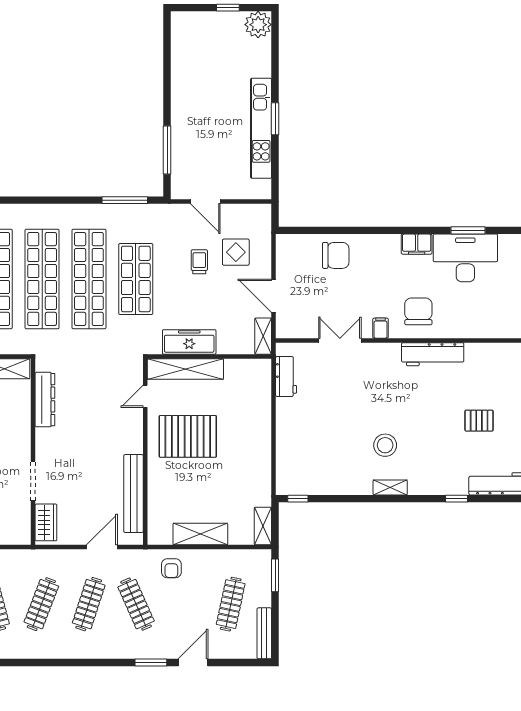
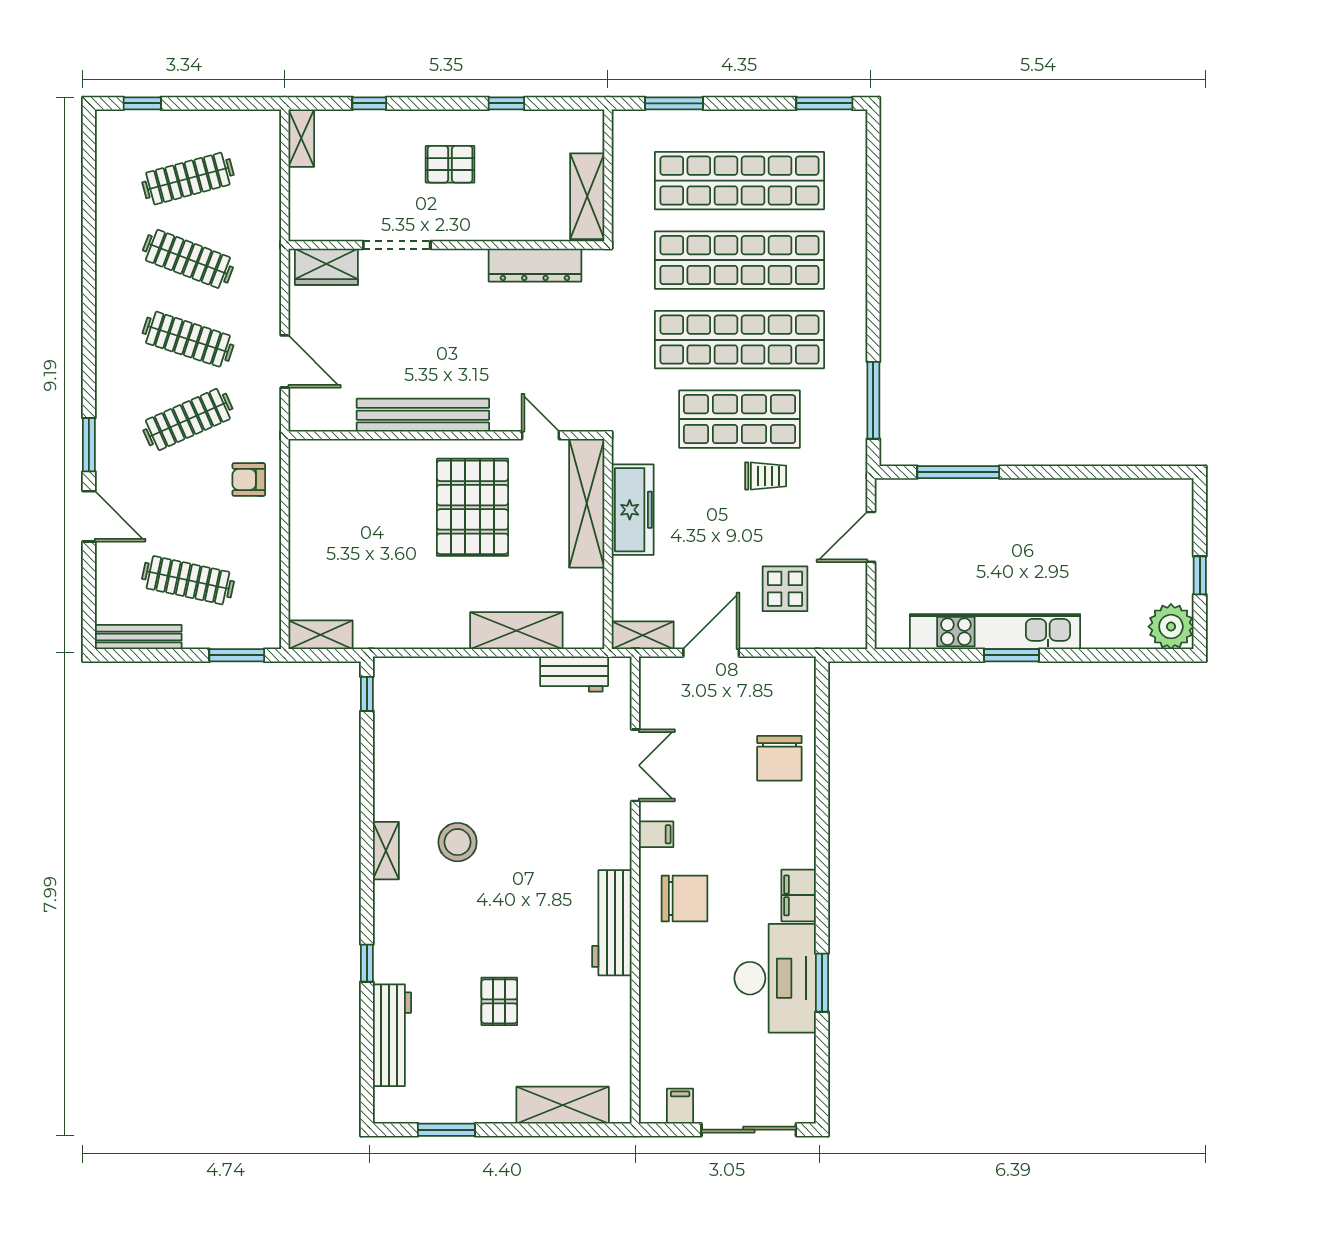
trolley: (199, 262) -> (766, 476), moved
bench: (133, 494) -> (423, 415), moved
shelving: (200, 534) -> (516, 631), moved, turned 90

